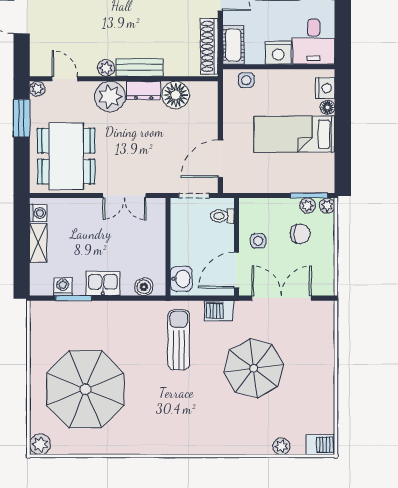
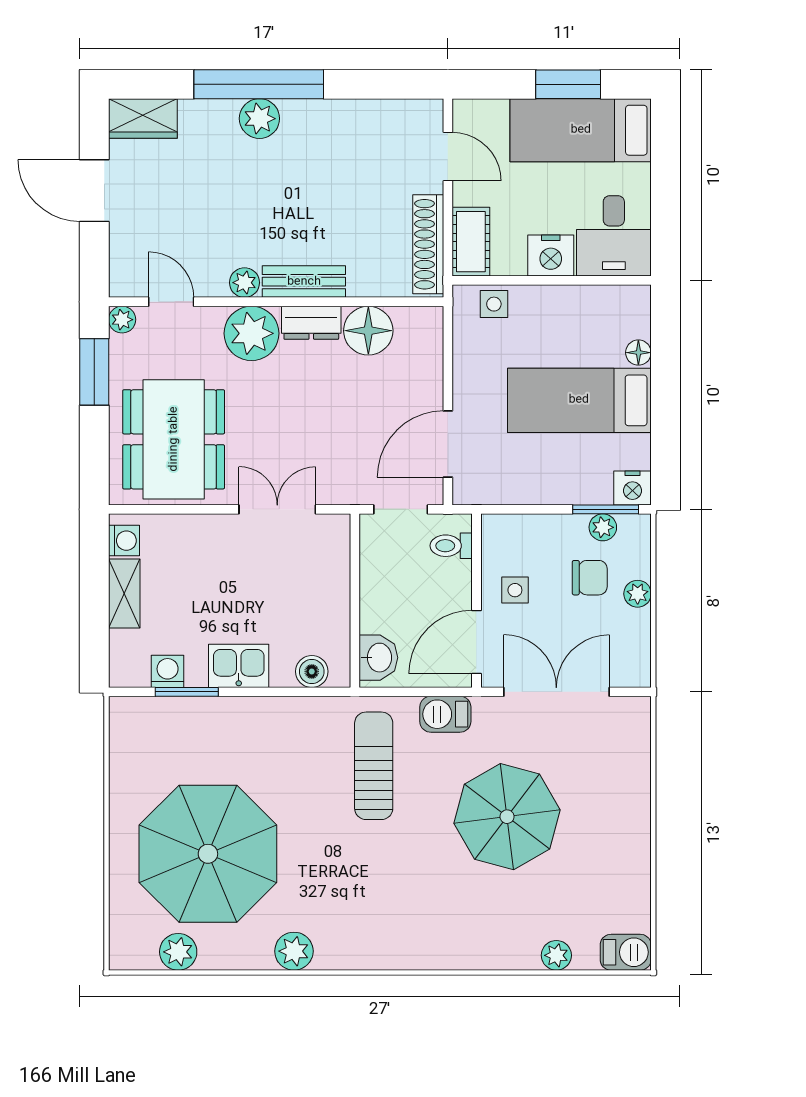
nightstand: (325, 88) -> (632, 488), moved, turned 90
double door: (124, 196) -> (277, 509), swing flipped
plant: (327, 206) -> (638, 594), moved
plant: (40, 444) -> (178, 952), moved
plant: (134, 444) -> (294, 951), added

